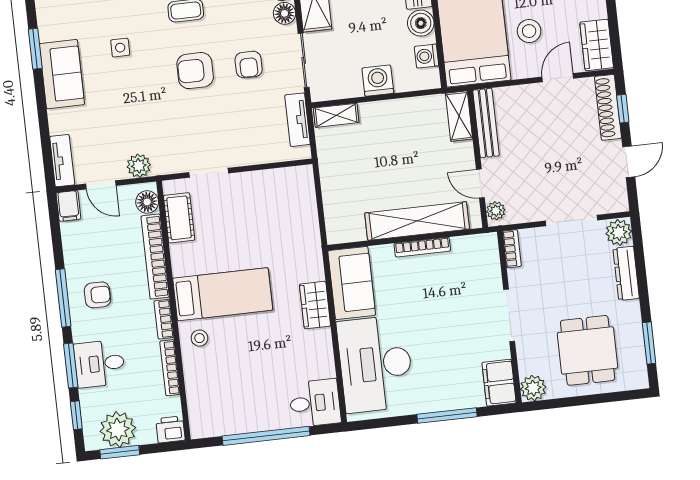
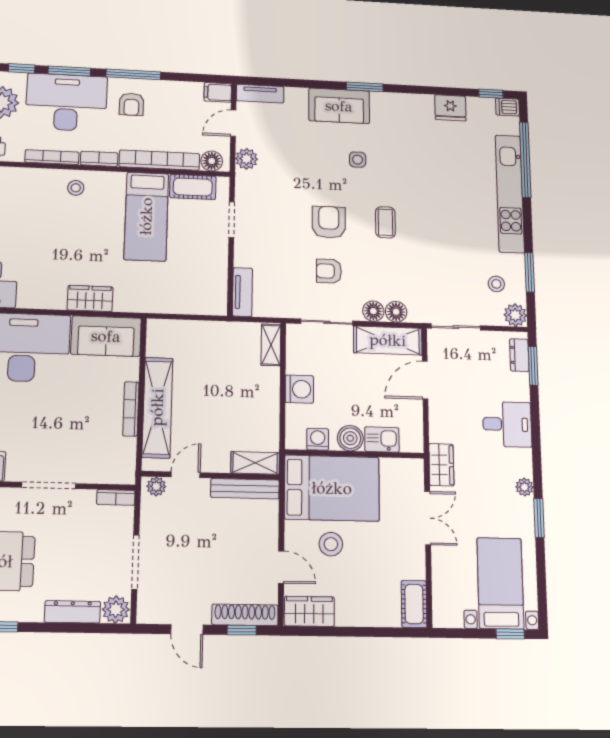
tv unit: (297, 120) -> (242, 292), moved, turned 90
bed: (223, 294) -> (146, 216), moved
desk: (99, 364) -> (66, 102), width x1.87, depth x1.30

